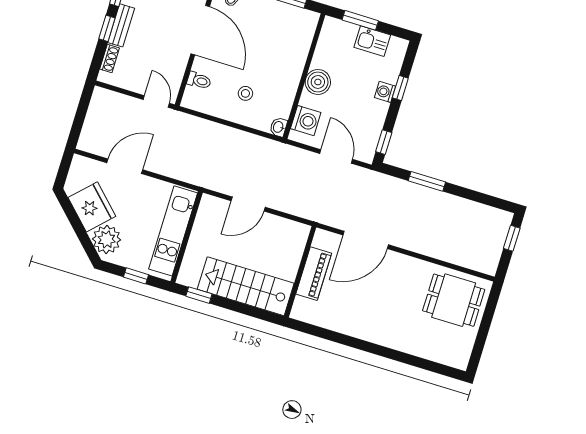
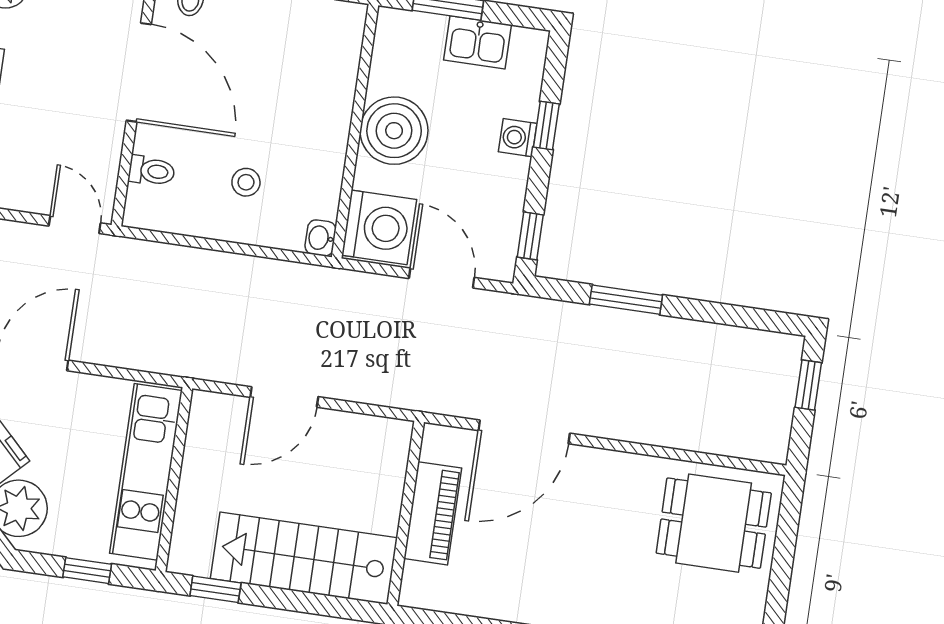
boiler: (318, 82) -> (394, 131), width x1.37, depth x1.37
washing machine: (306, 121) -> (379, 227), width x1.37, depth x1.37

